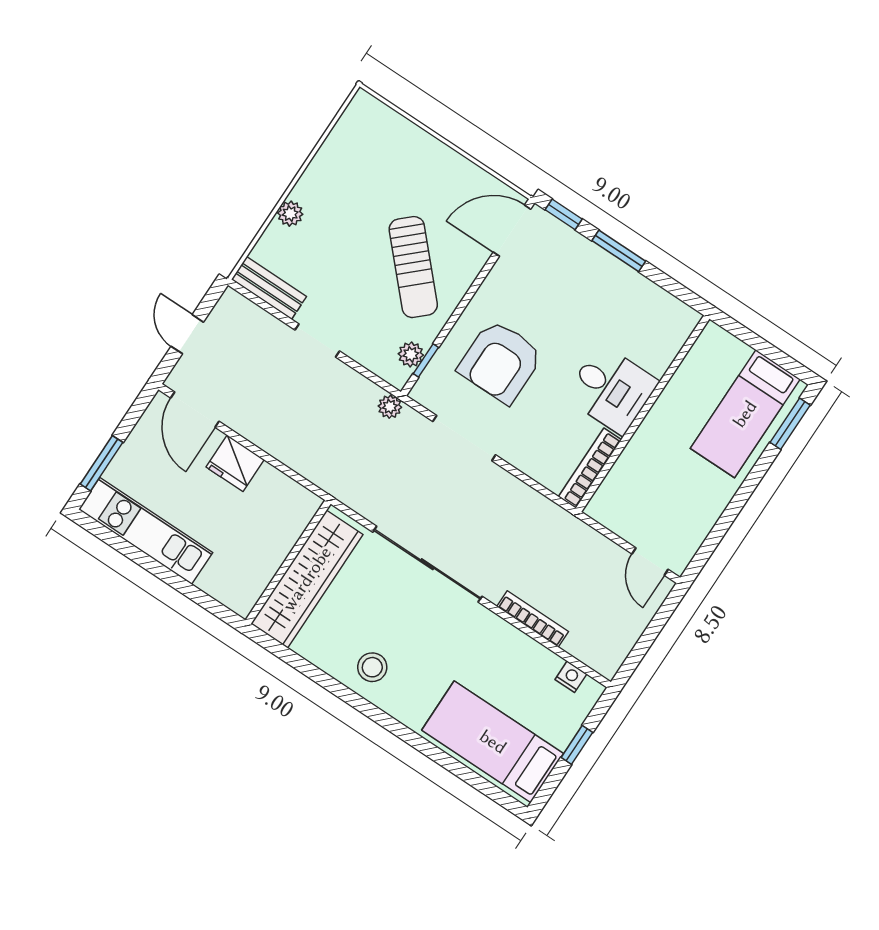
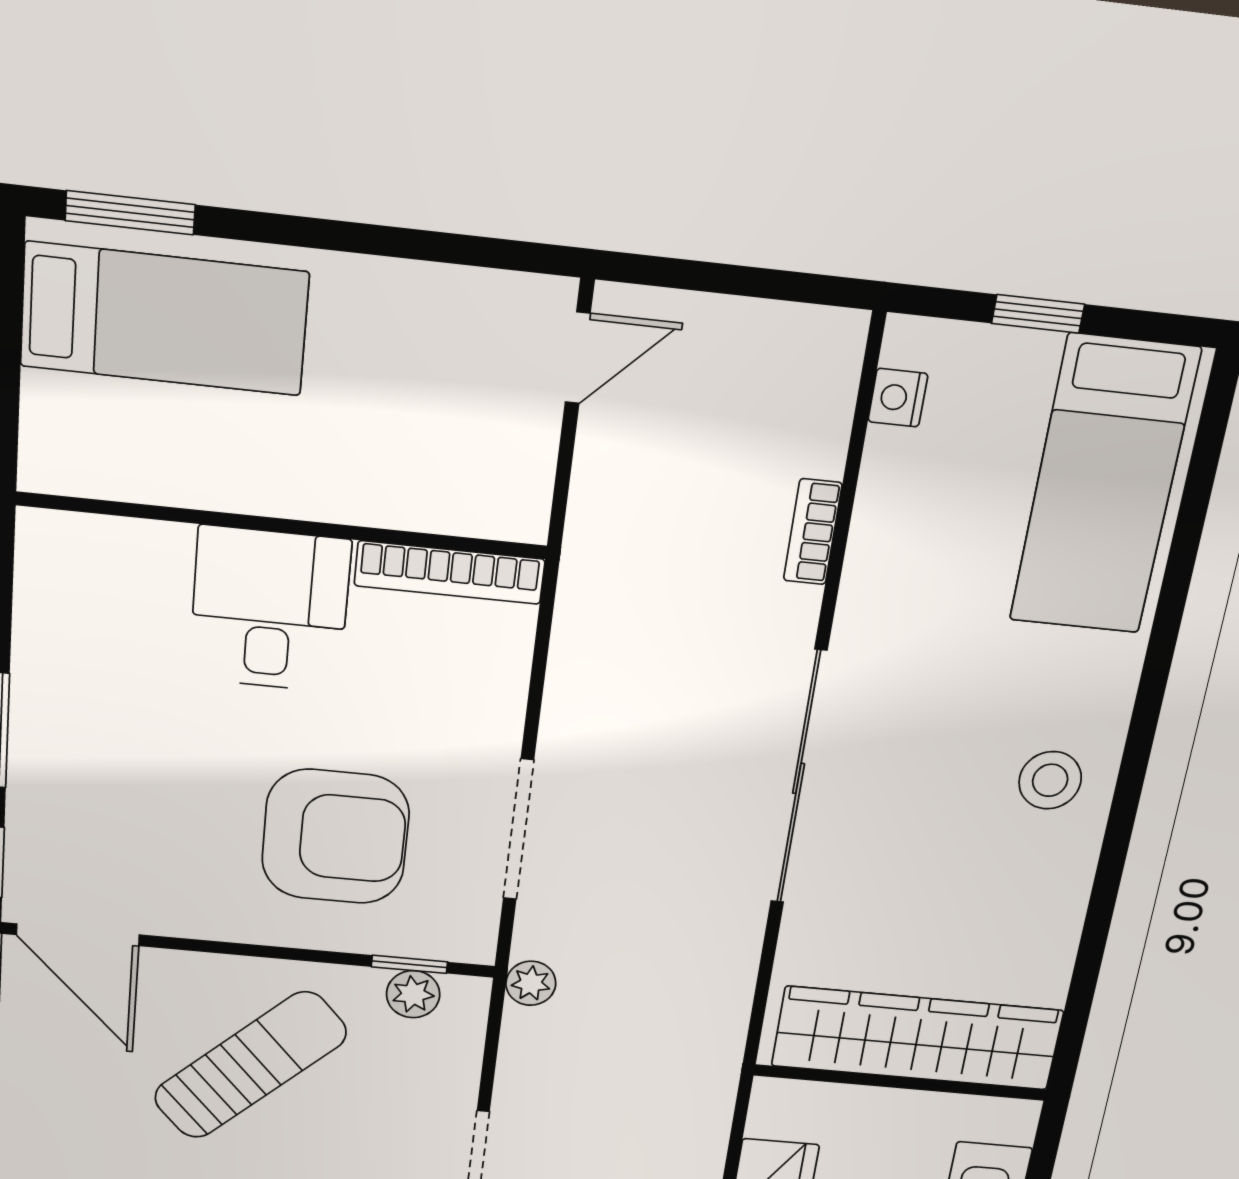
wall: (288, 562) -> (900, 1083), moved
wardrobe: (307, 579) -> (917, 1038), moved
bookcase: (533, 619) -> (813, 532), width x0.64

